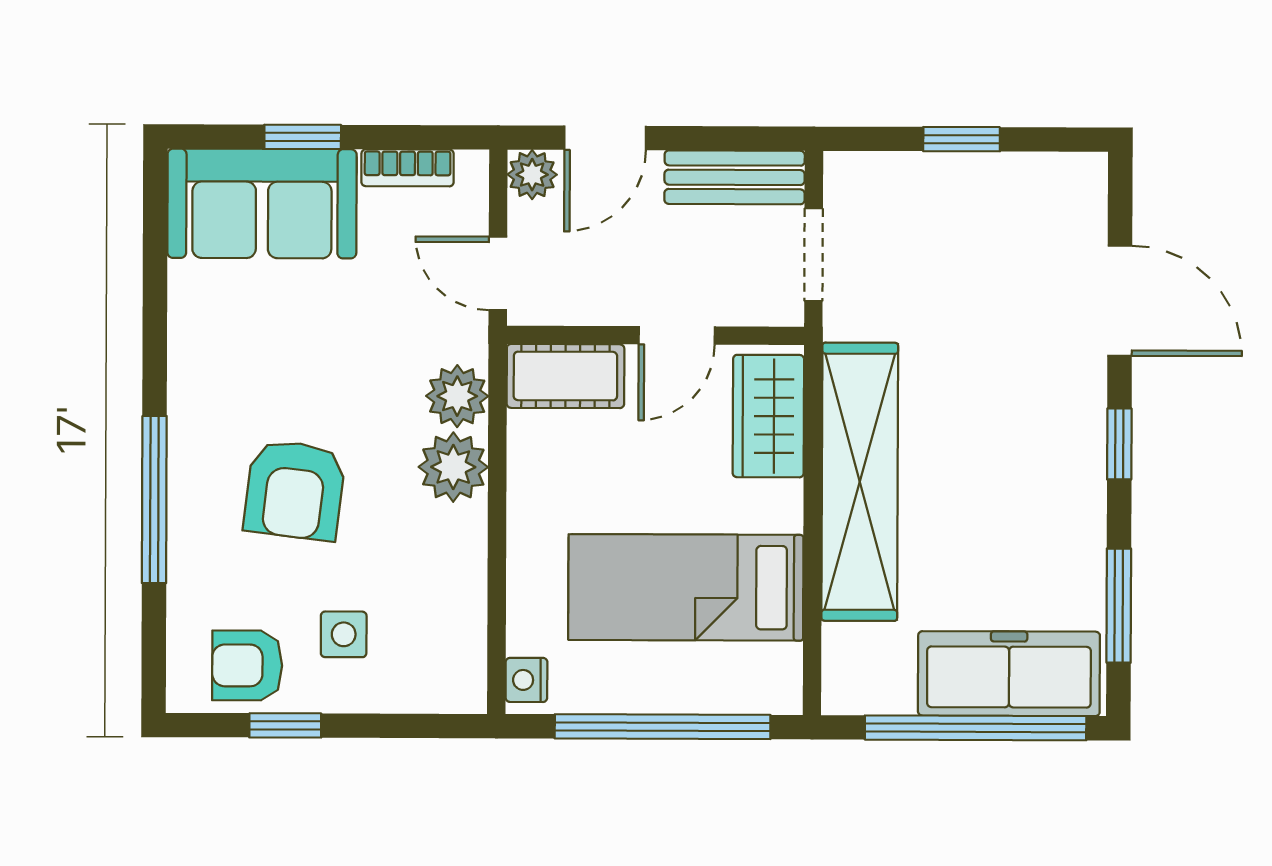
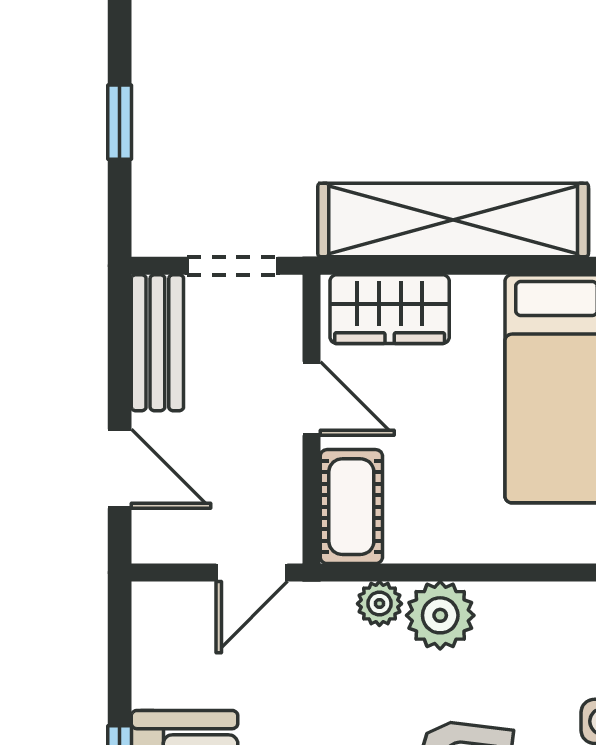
bookcase: (408, 168) -> (149, 661), removed
plant: (532, 175) -> (155, 540), removed
plant: (457, 396) -> (379, 604), width x0.73, depth x0.73

